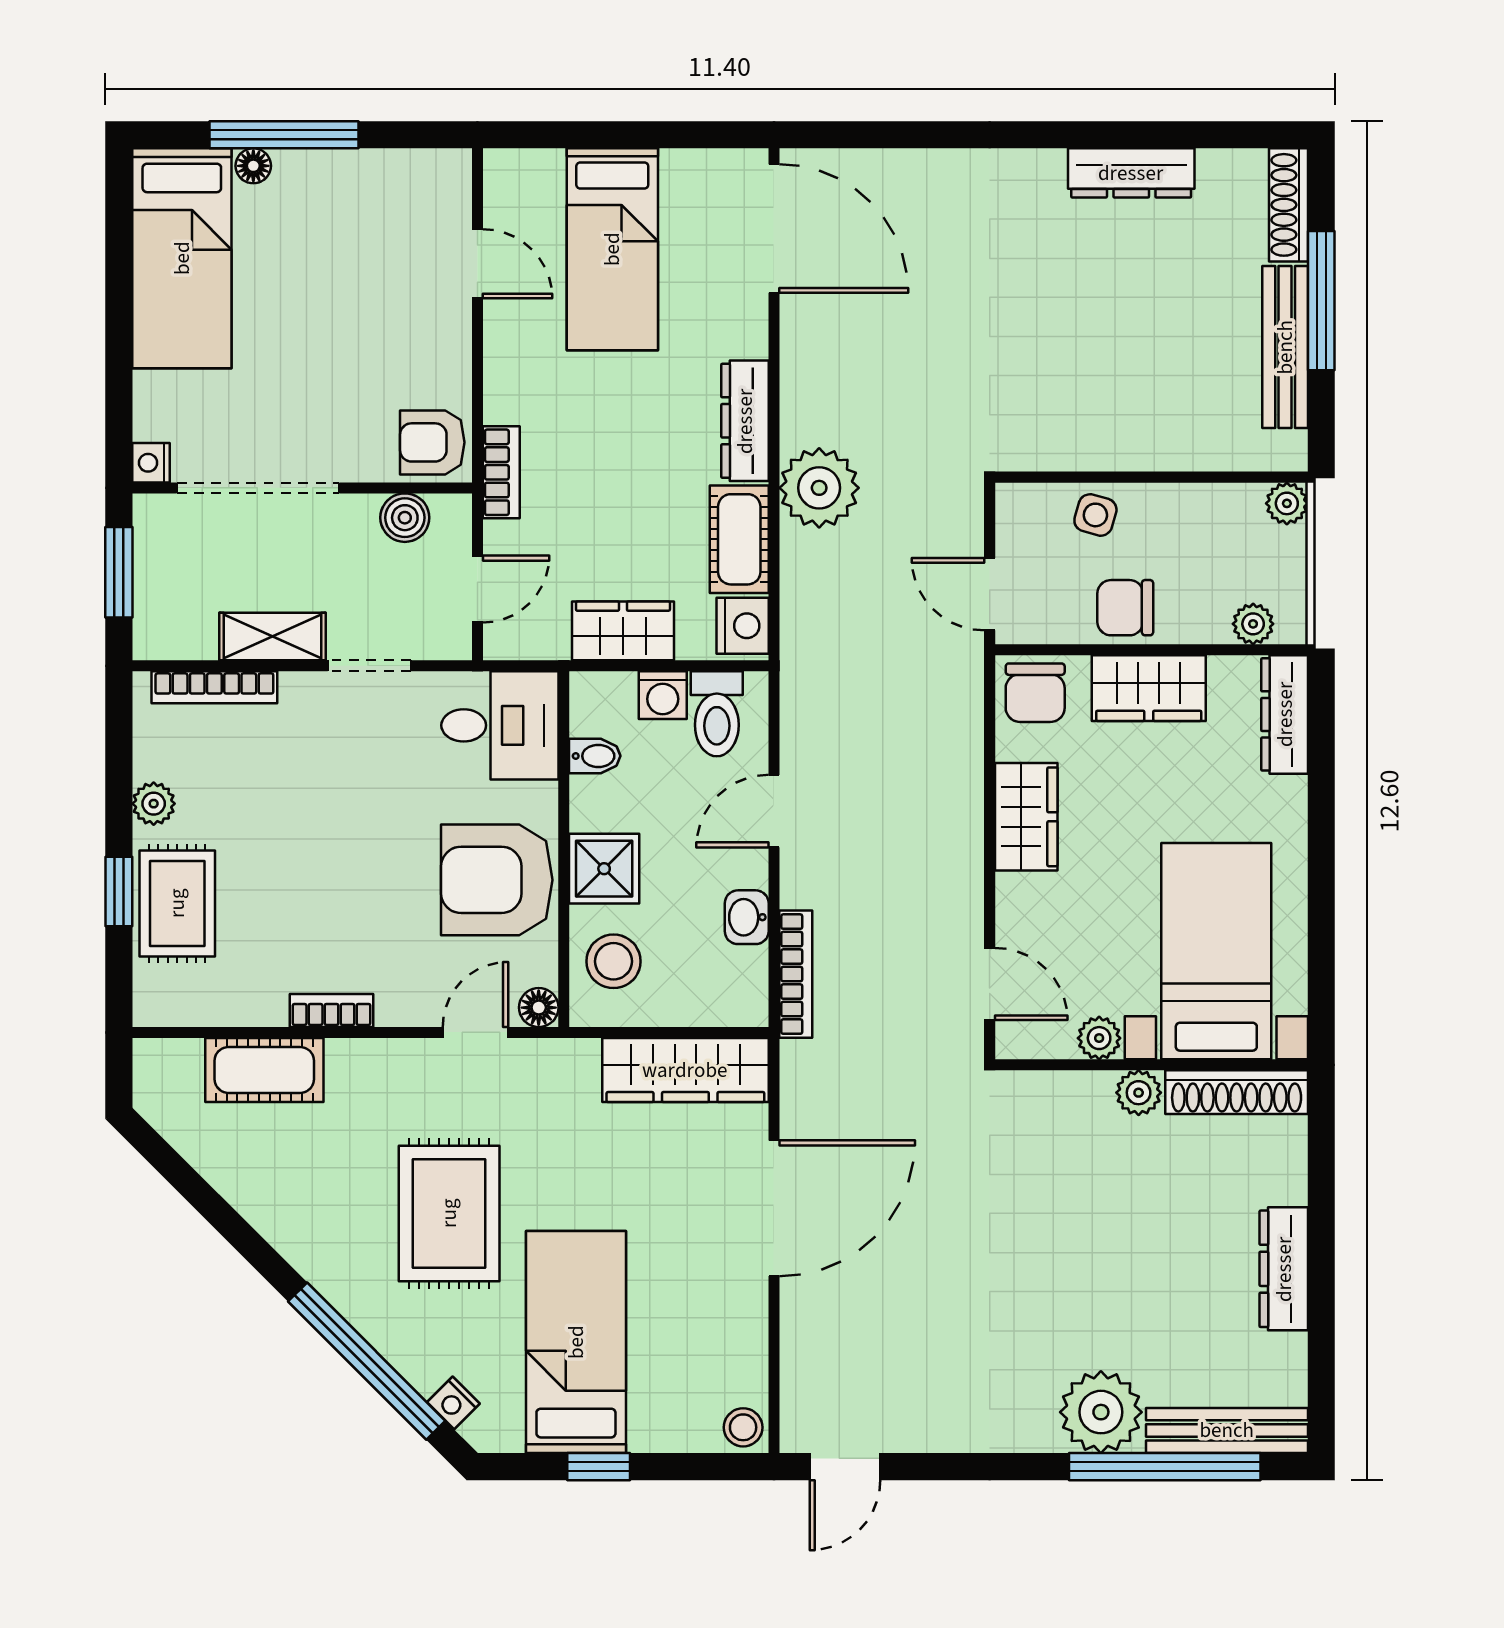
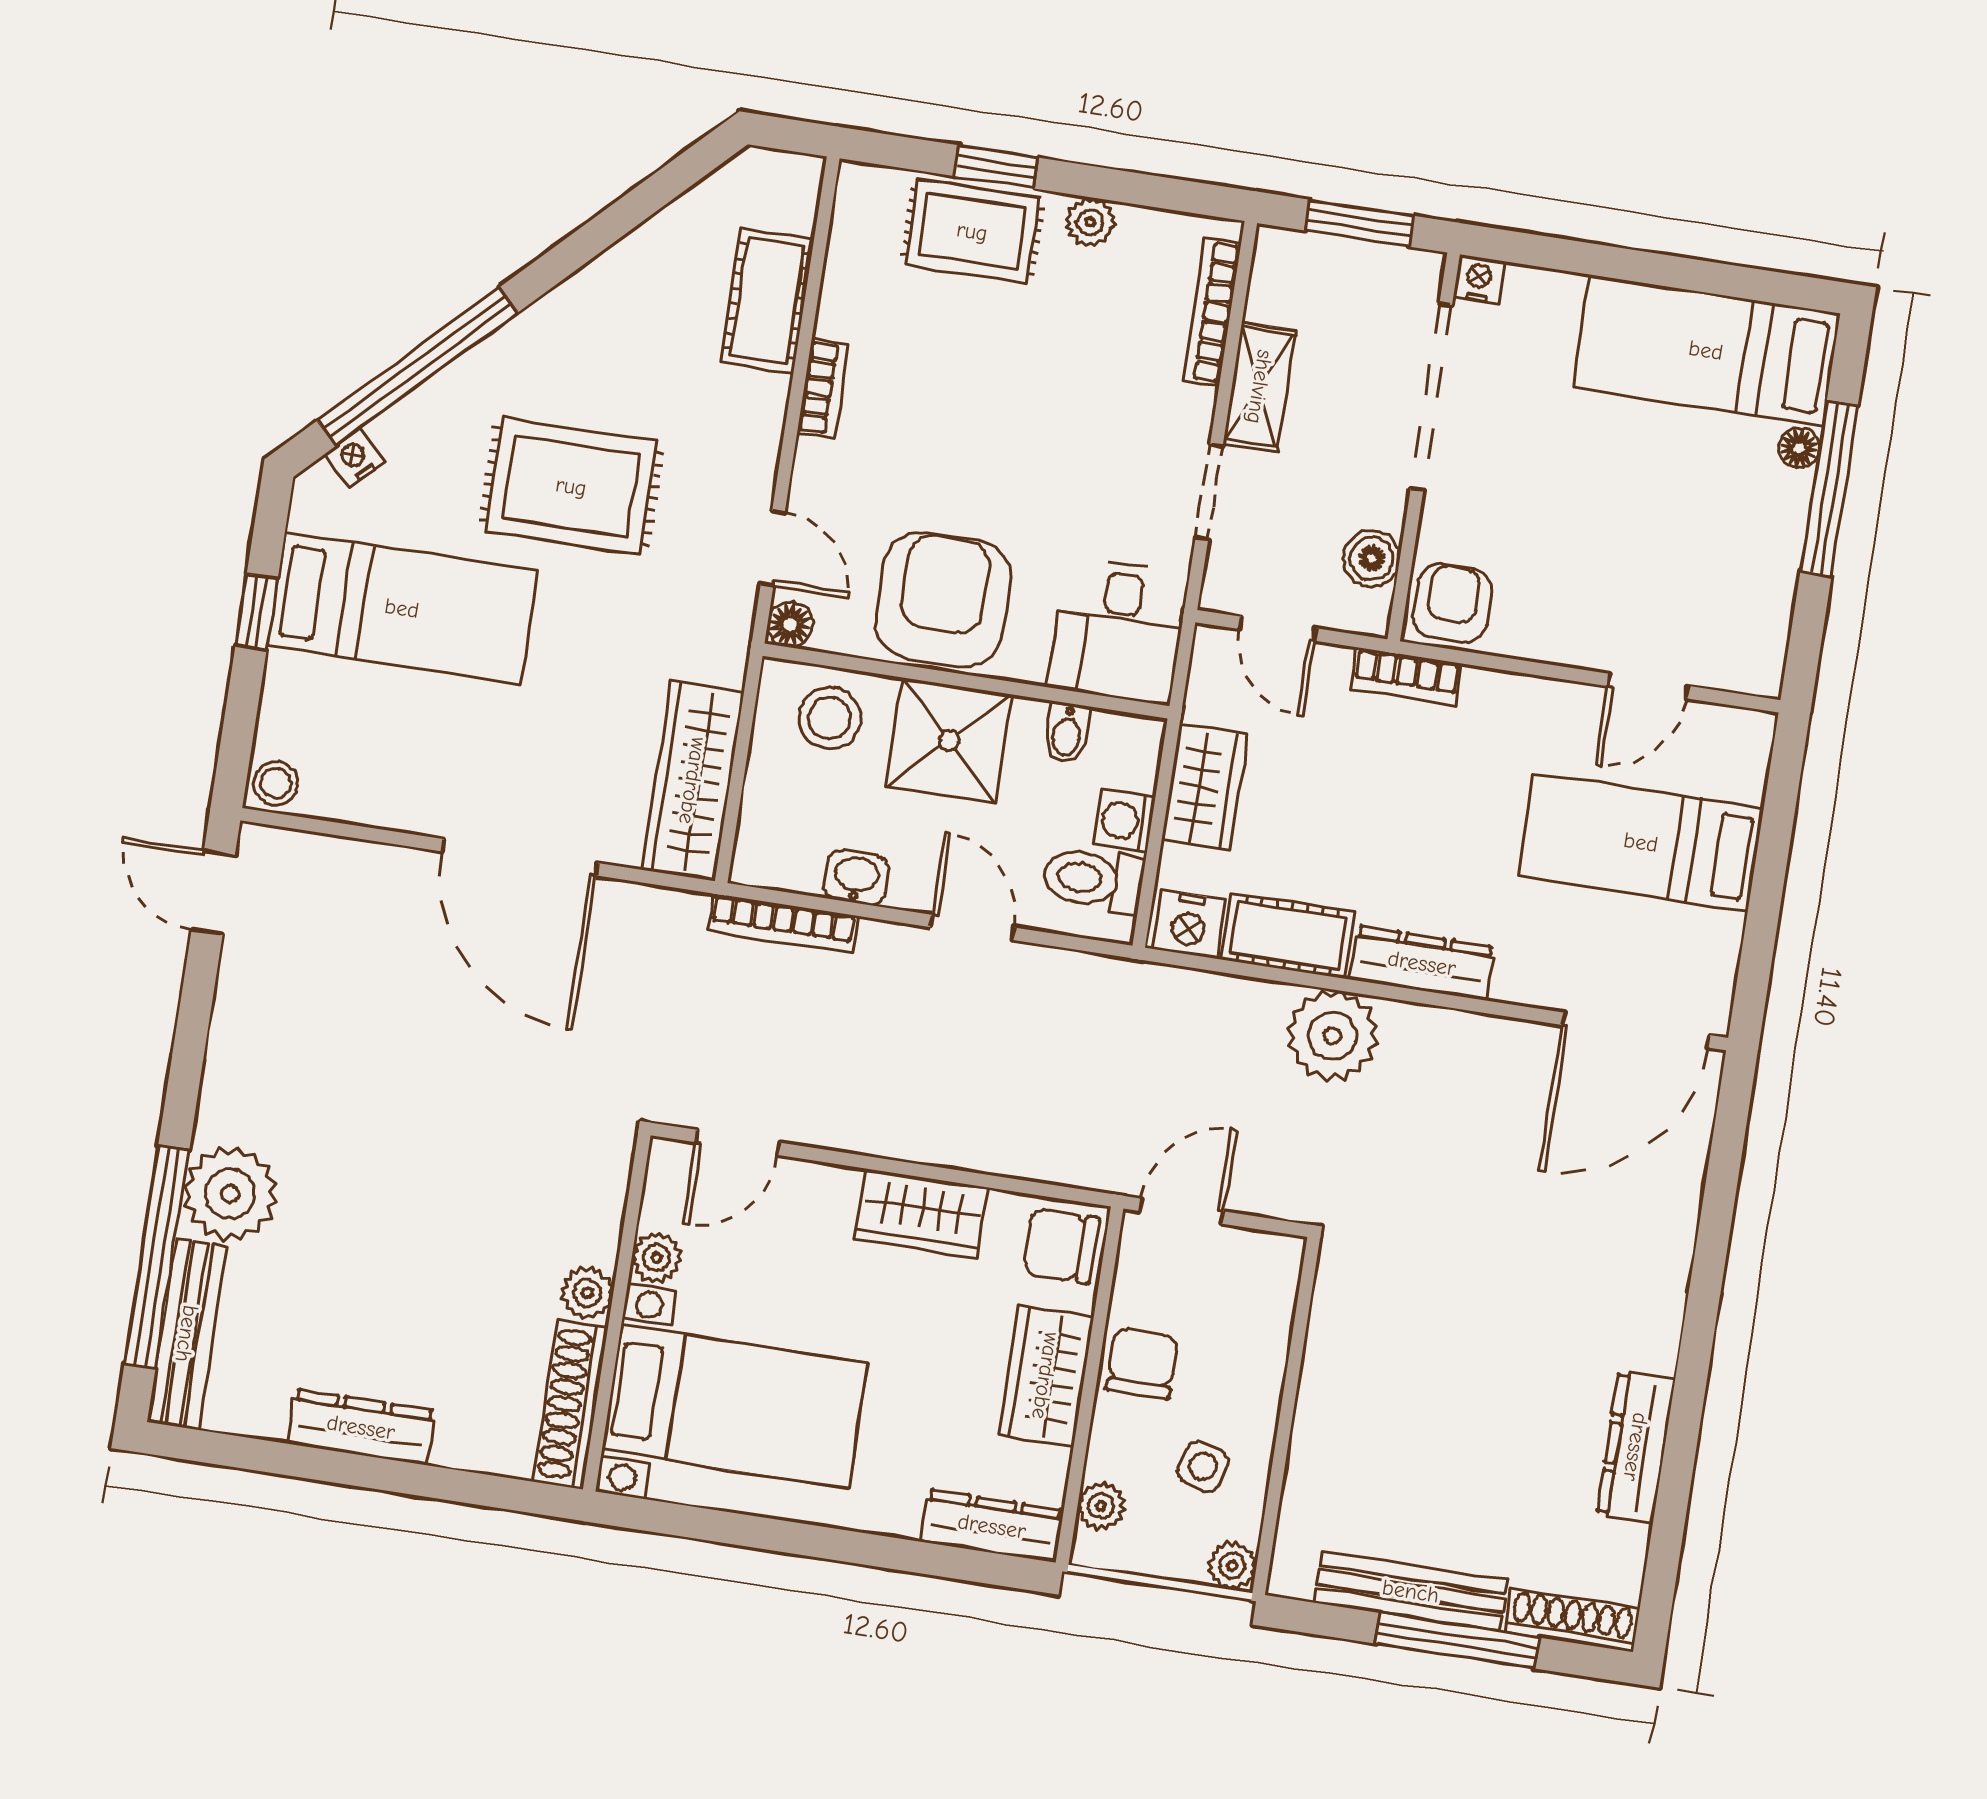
side table: (1095, 515) -> (1203, 1466), moved
shower: (604, 869) -> (949, 740), width x1.36, depth x1.36

